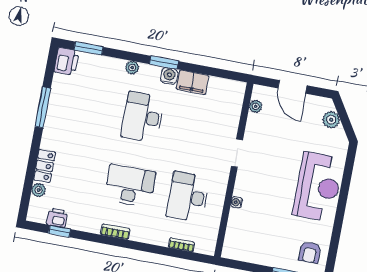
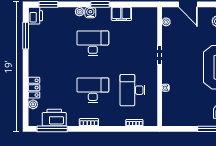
water cooler: (169, 76) -> (90, 13), moved
window: (43, 107) -> (26, 36), moved
desk: (143, 117) -> (93, 43), turned 90
printer: (57, 218) -> (54, 118), width x1.87, depth x1.48
window: (60, 231) -> (52, 129), width x2.17

